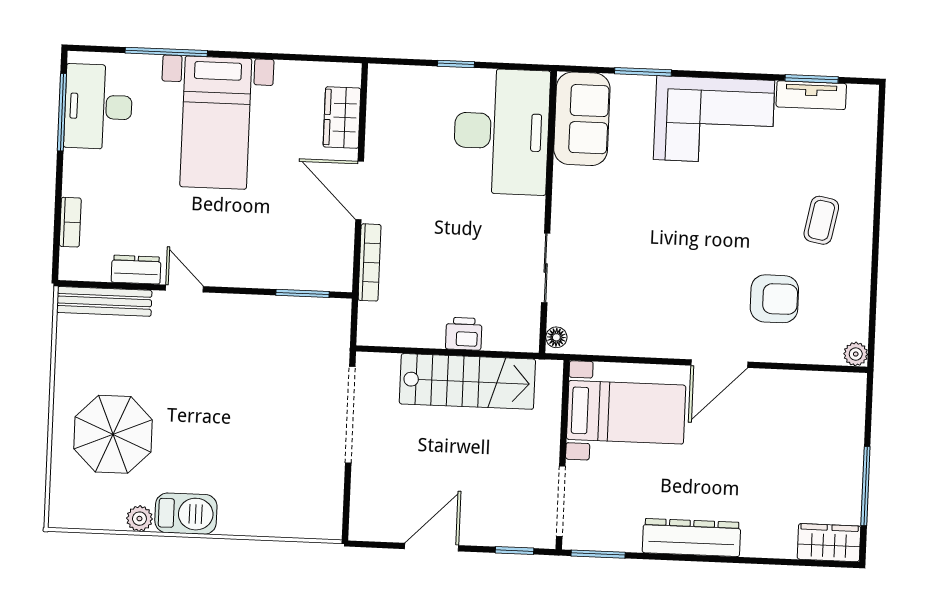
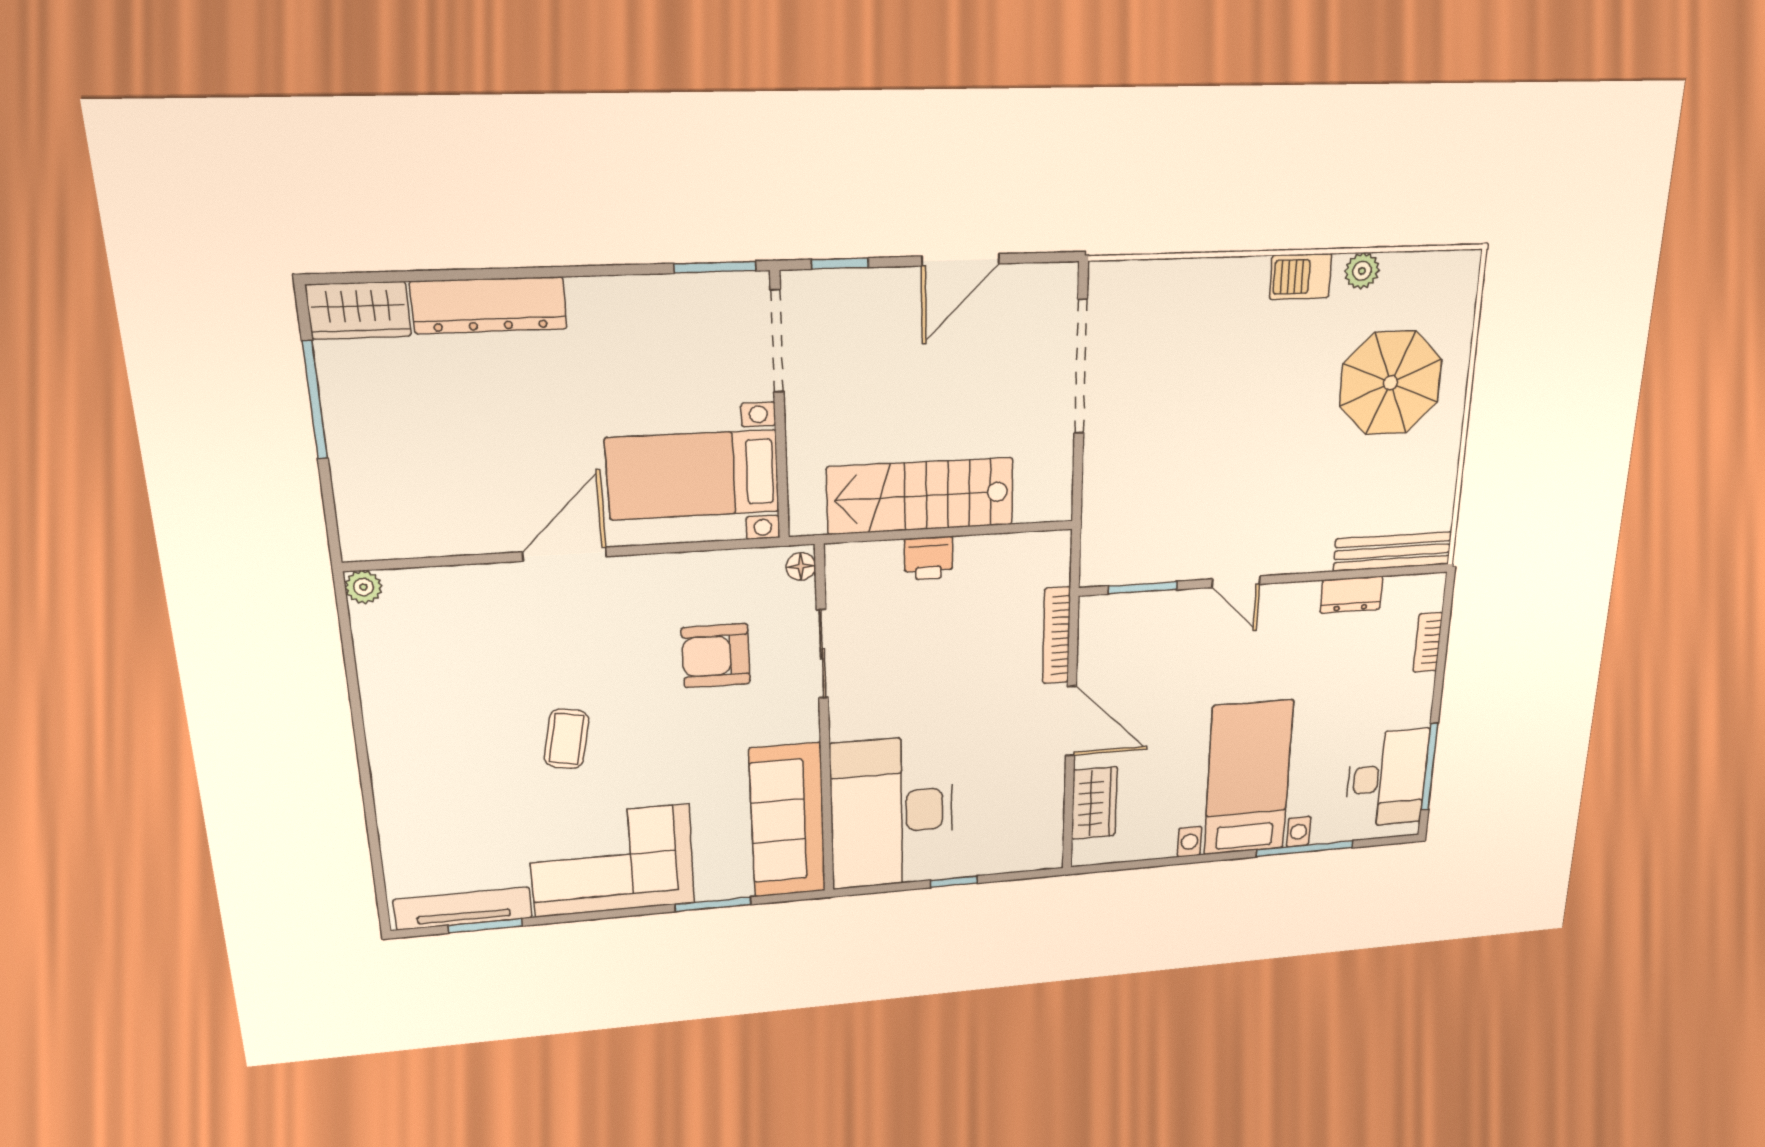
tv unit: (811, 95) -> (463, 909), width x1.41
sofa: (582, 119) -> (788, 820), width x1.36
coffee table: (821, 220) -> (566, 739), moved
door: (184, 288) -> (1236, 582), moved
armchair: (774, 299) -> (716, 656), moved
doorway: (350, 415) -> (1081, 367), moved
barbecue: (186, 514) -> (1301, 277), width x0.73, depth x0.79
dresser: (691, 538) -> (489, 305), moved

